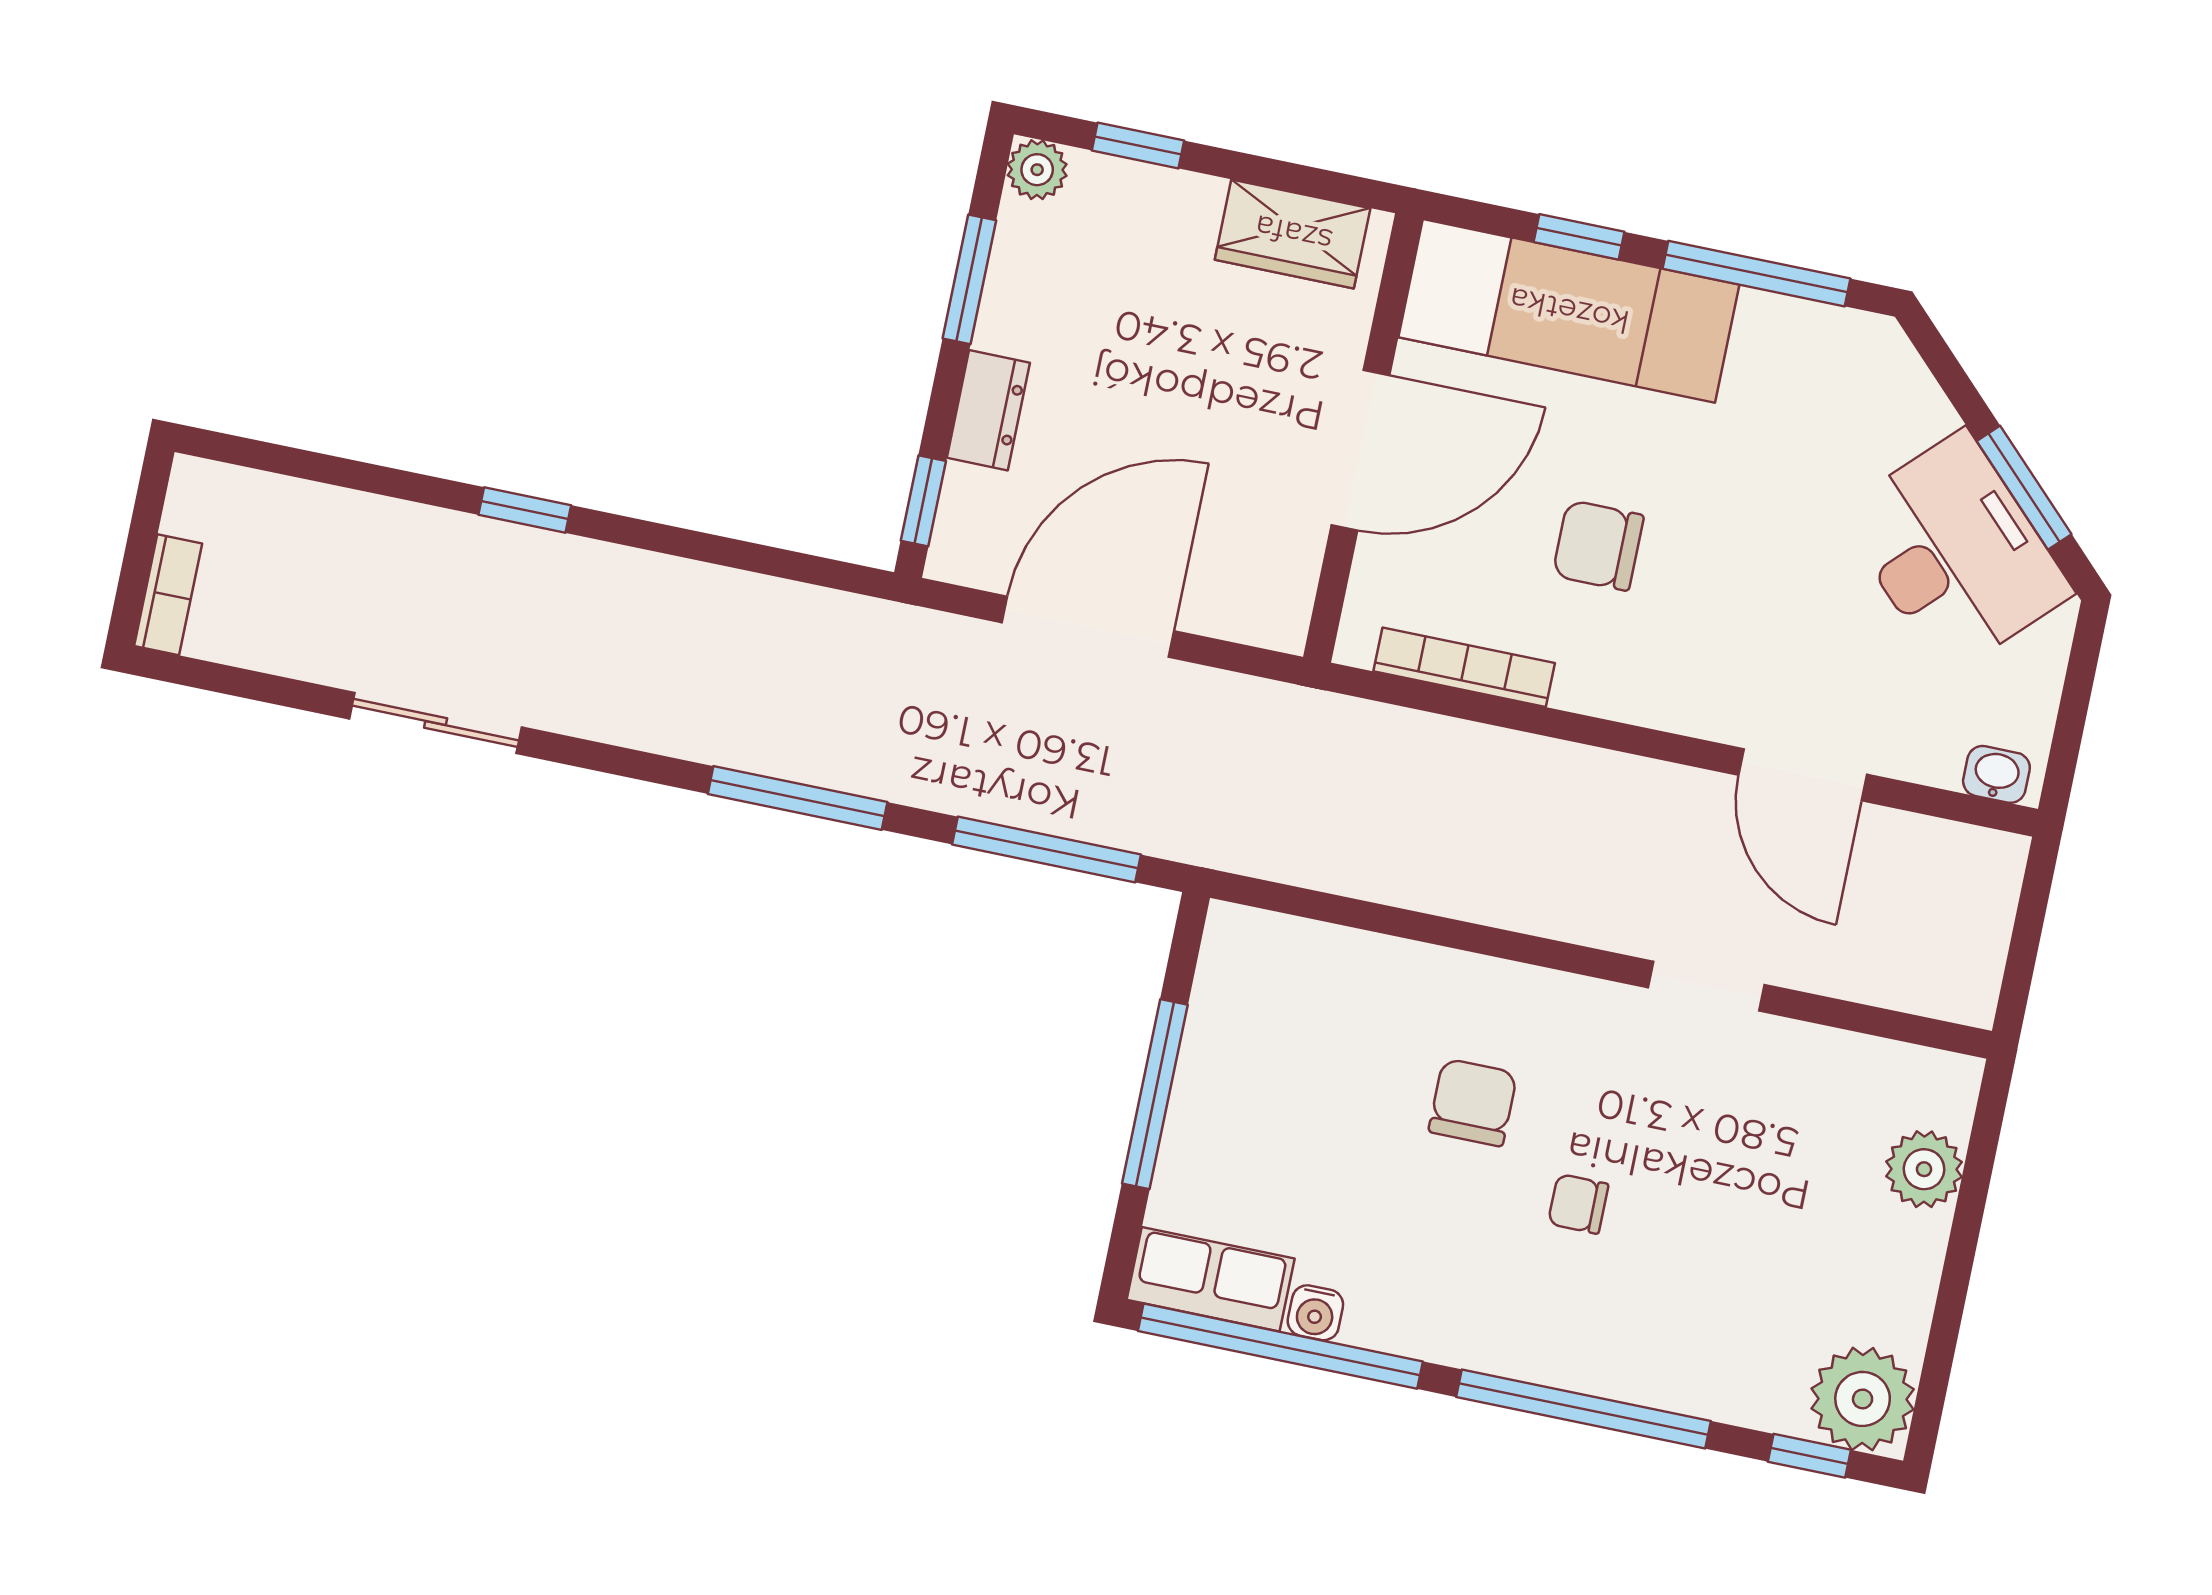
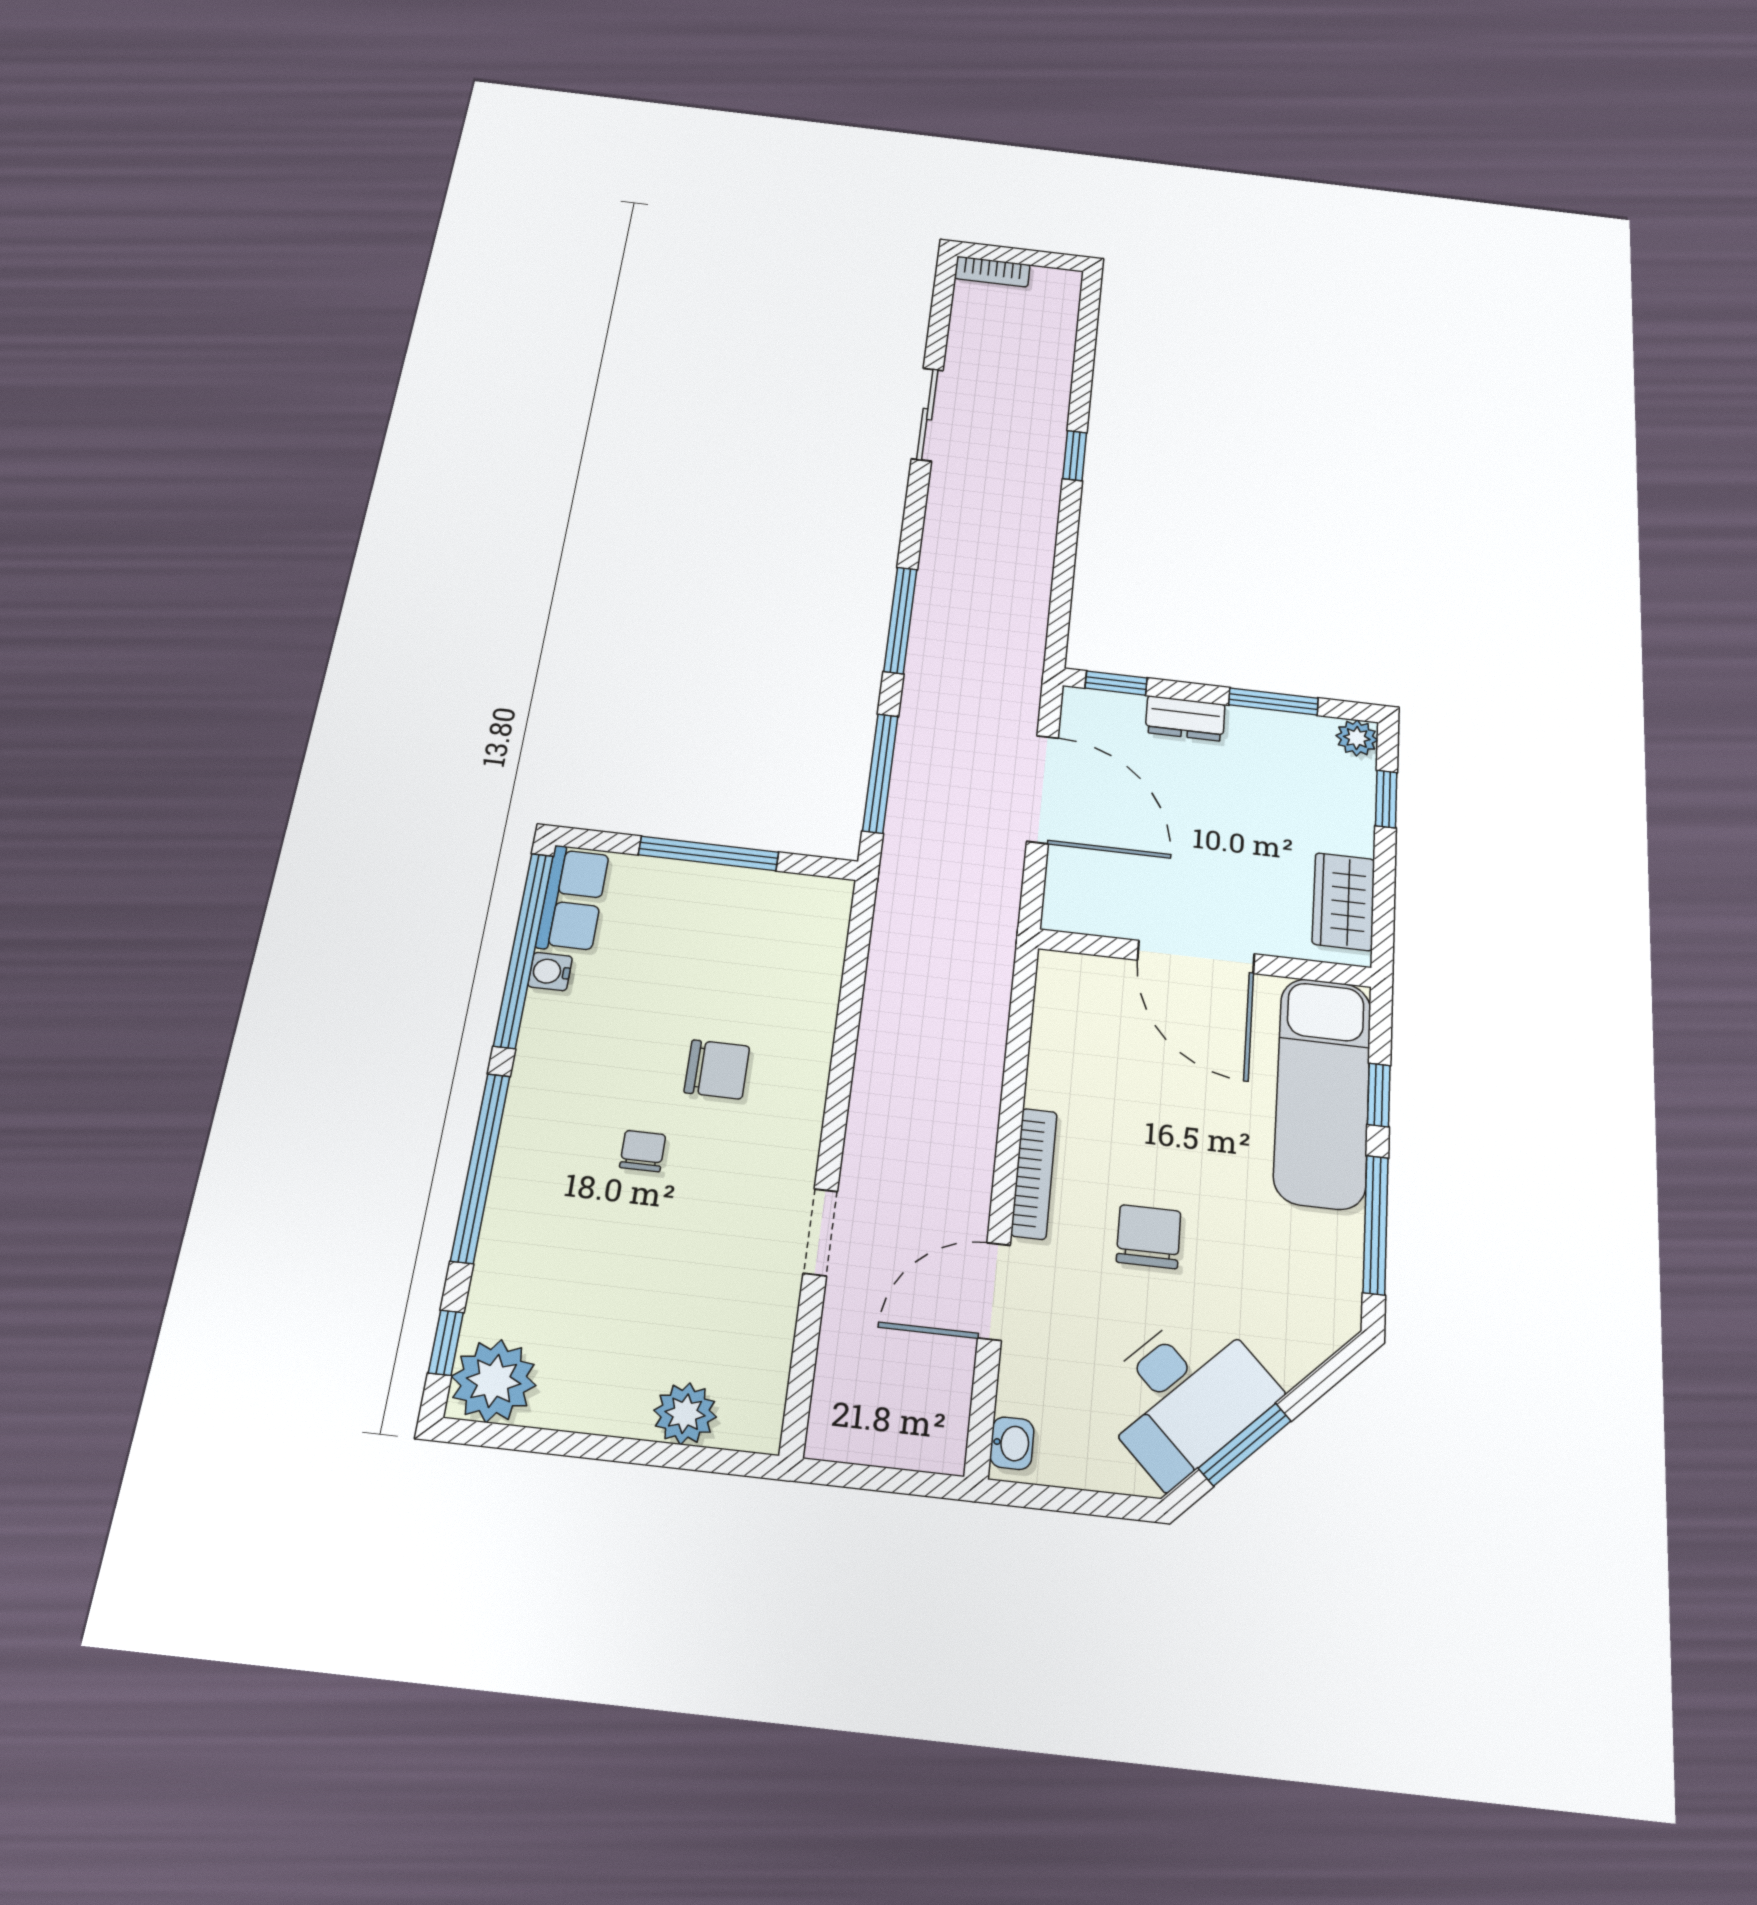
chair: (1598, 545) -> (1149, 1237), moved
bookcase: (1464, 667) -> (1034, 1173), moved

